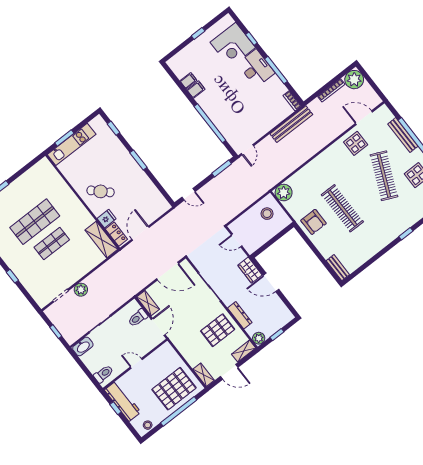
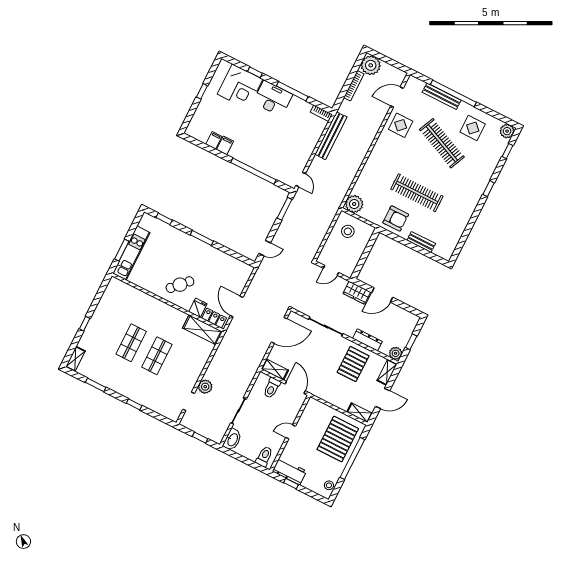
shop shelf: (35, 222) -> (131, 343), width x0.70, depth x0.74
bench: (338, 268) -> (421, 242), moved
workbench: (123, 401) -> (289, 471), width x0.73

